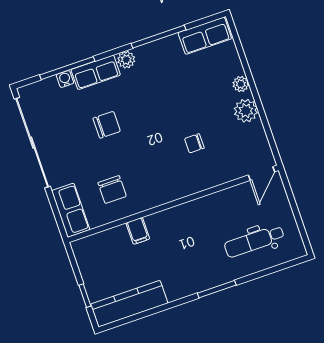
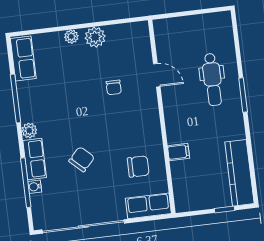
chair: (107, 125) -> (82, 159), turned 43
door: (262, 173) -> (157, 75), moved
dental chair: (254, 241) -> (212, 80), moved

